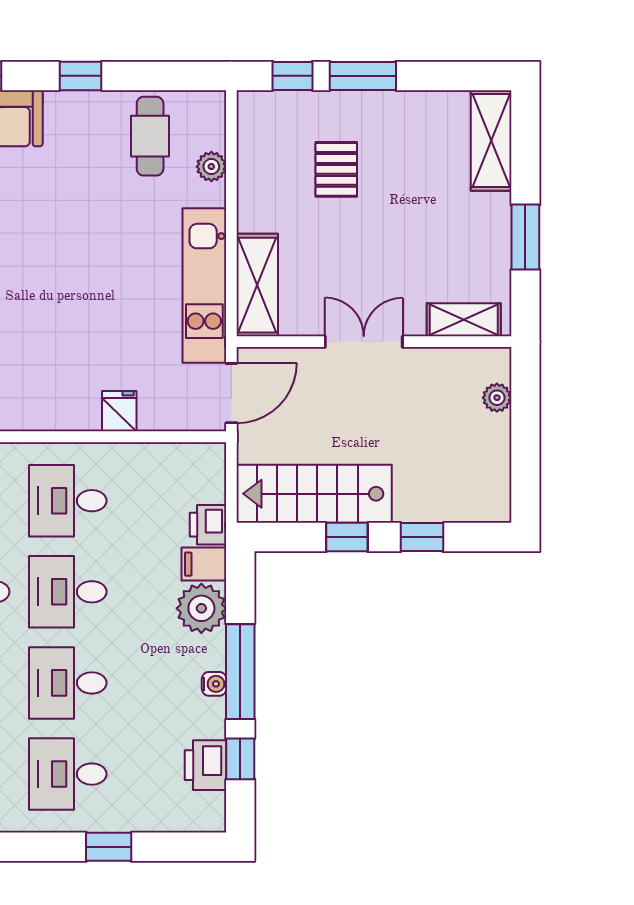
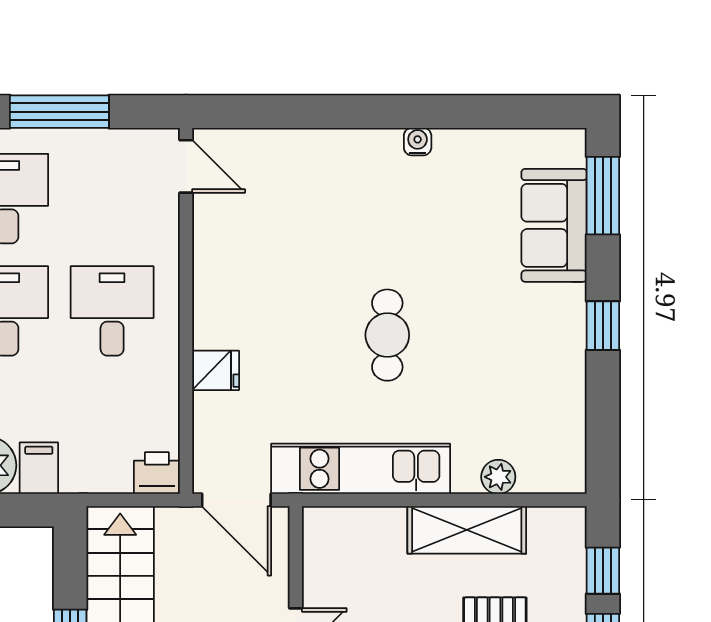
cafe table: (150, 136) -> (387, 335), moved, turned 90
shelving: (257, 285) -> (467, 530), moved
printer: (208, 525) -> (157, 473), moved

